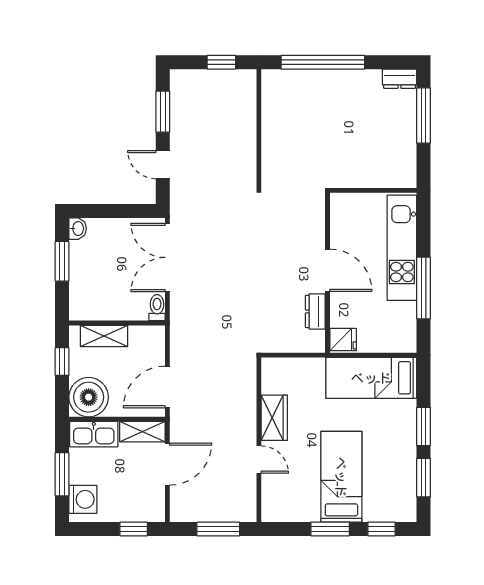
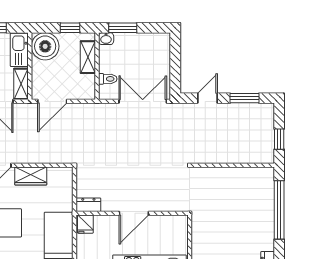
washbasin: (78, 229) -> (106, 39), moved
window: (62, 261) -> (123, 28), moved
toilet: (157, 308) -> (108, 79), moved
dresser: (315, 311) -> (88, 205), moved
door: (167, 387) -> (52, 101), swing flipped

